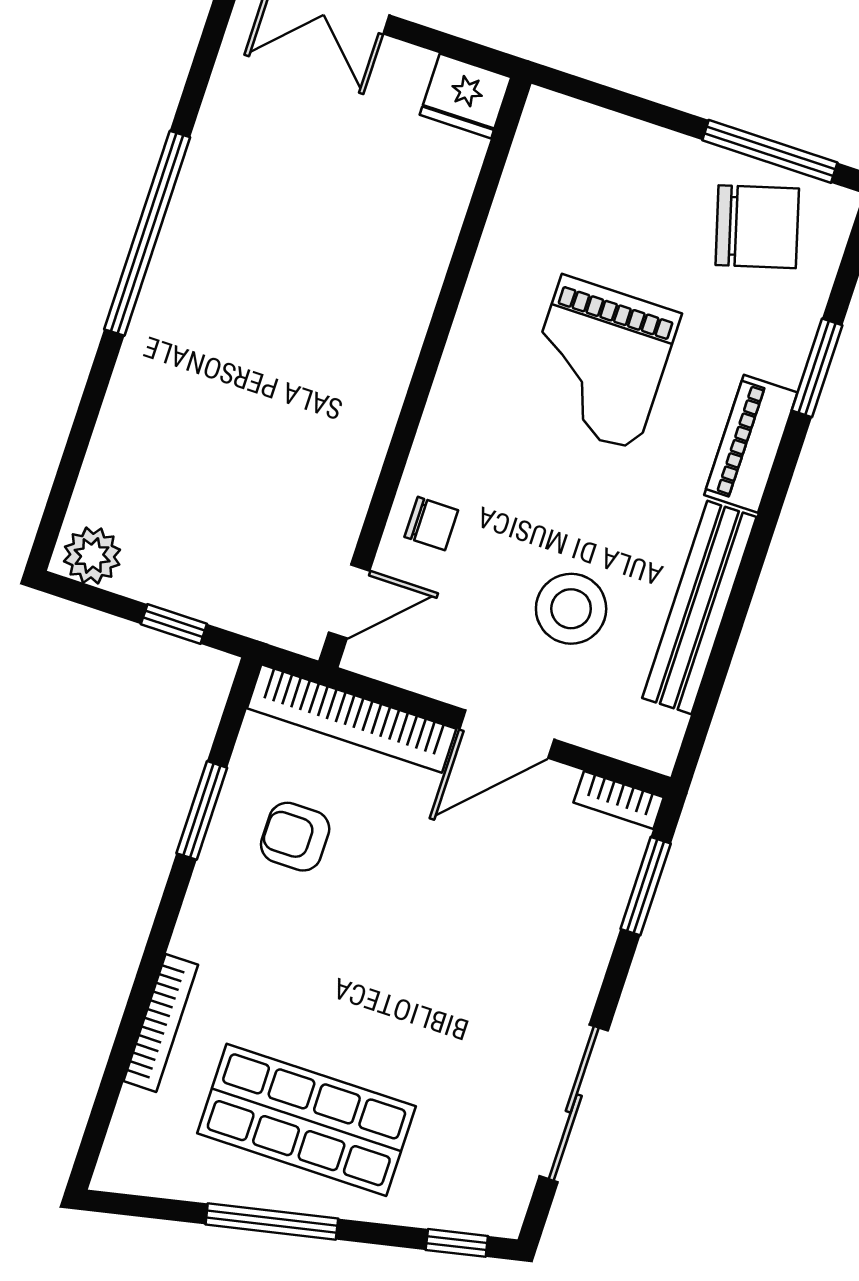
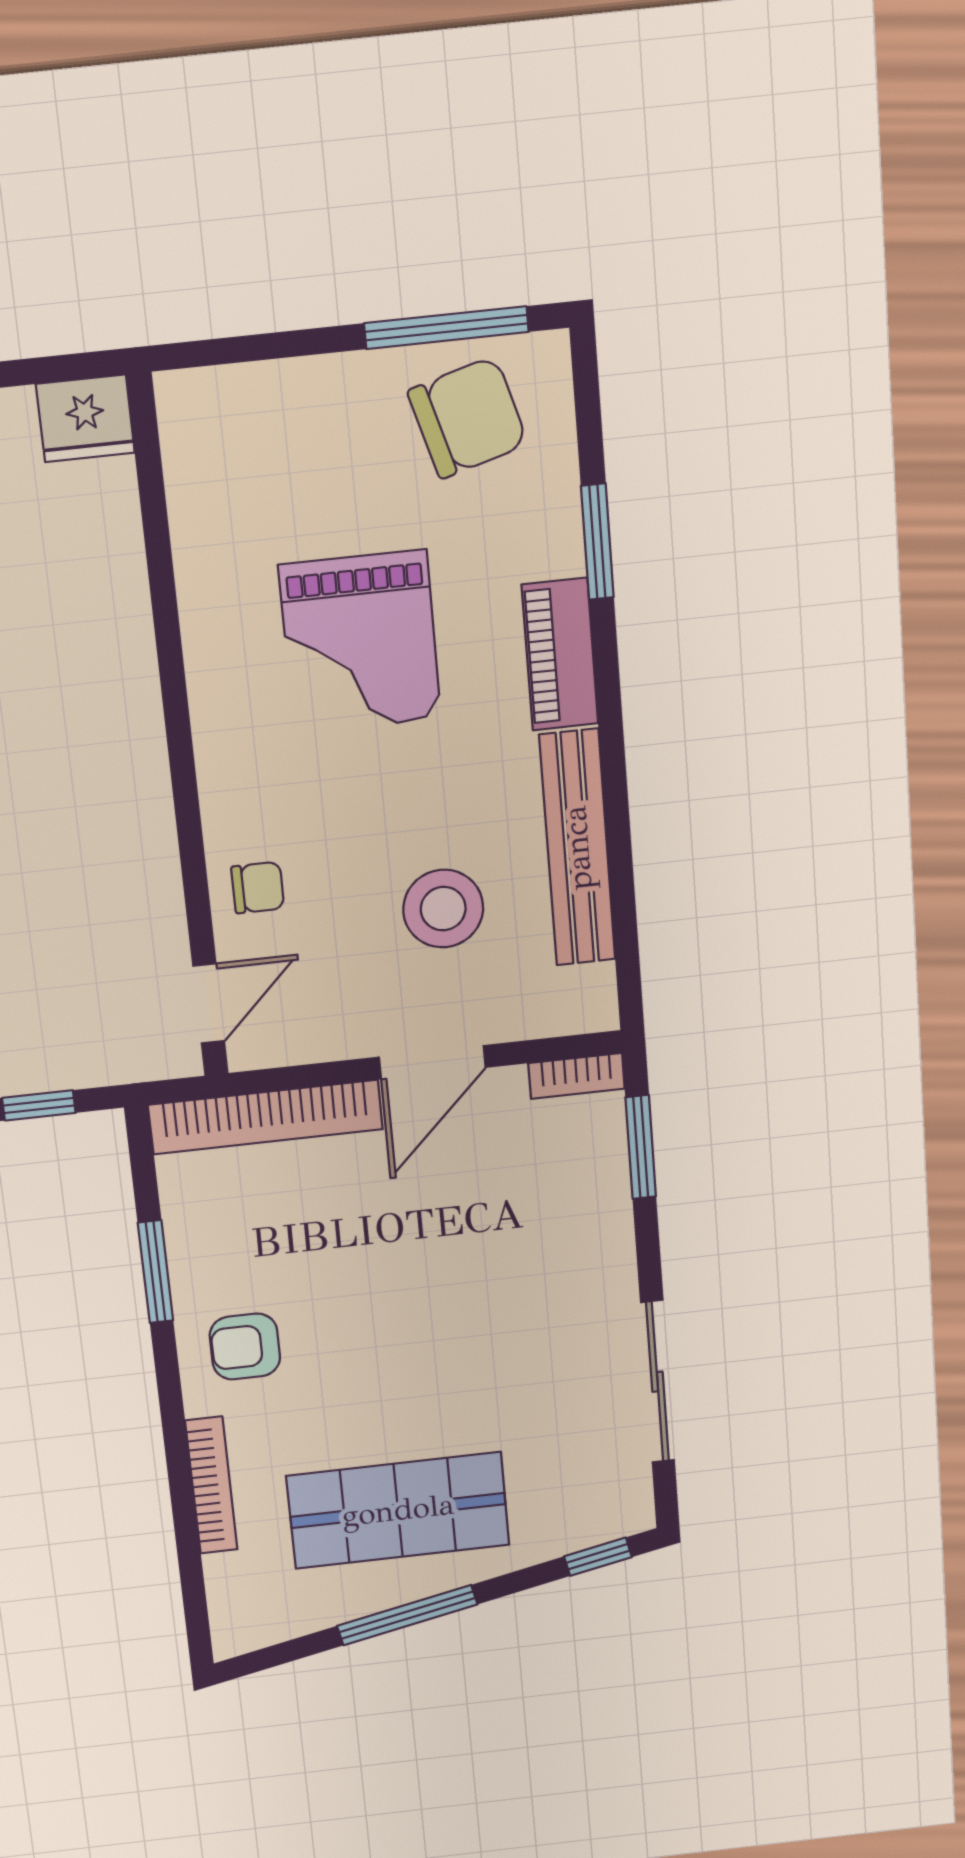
armchair: (295, 837) -> (245, 1347), moved

